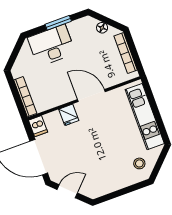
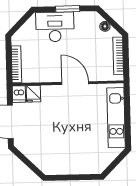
fridge: (69, 115) -> (33, 94), moved
stool: (139, 163) -> (97, 157), removed
door: (67, 191) -> (25, 160), removed

